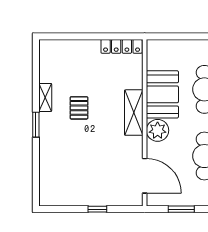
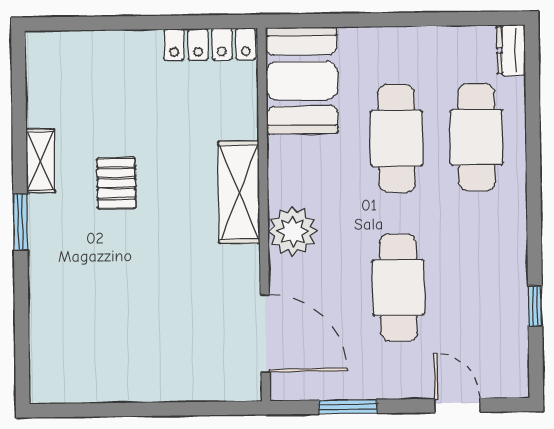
booth: (162, 94) -> (302, 81), moved
window: (97, 209) -> (160, 409), removed

